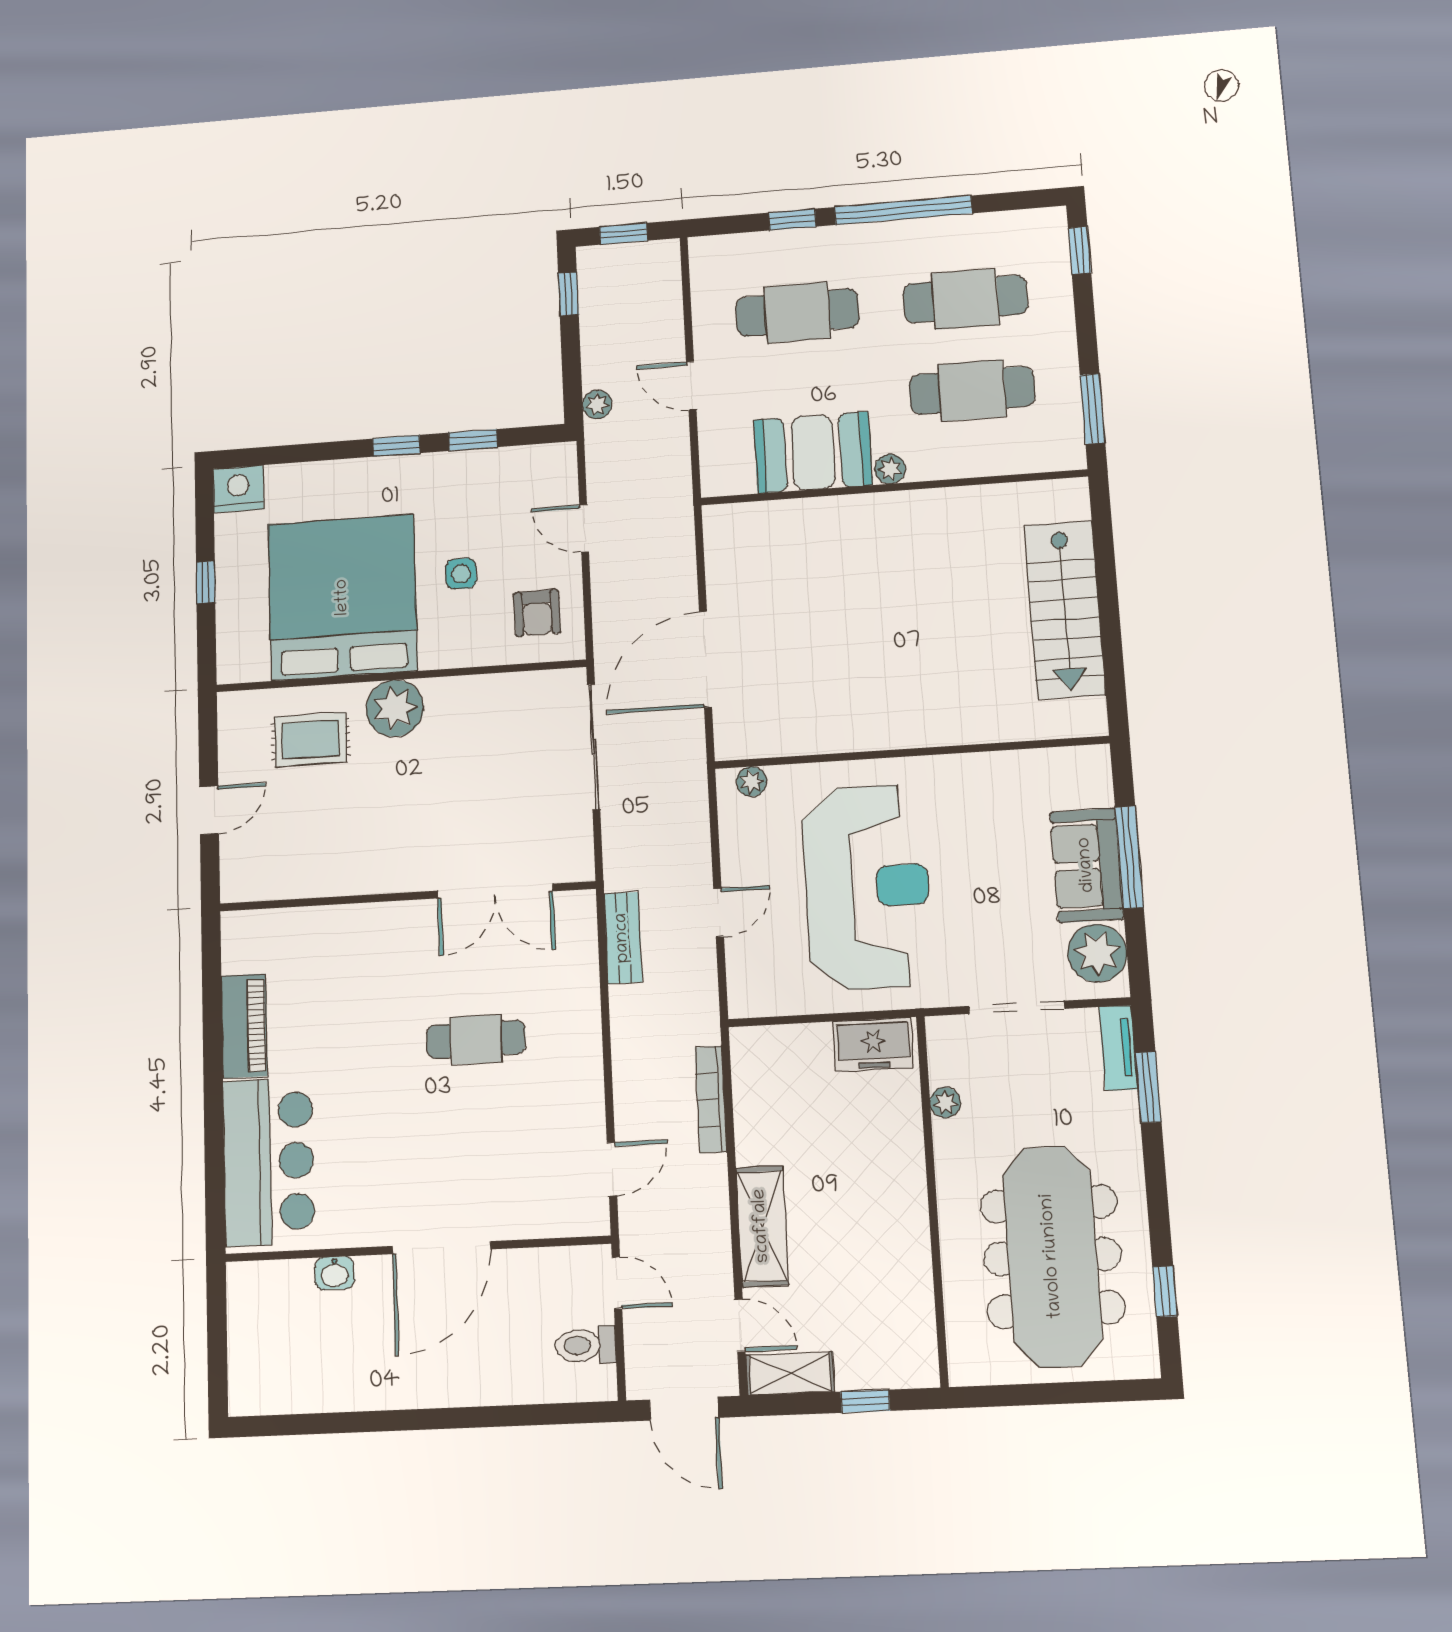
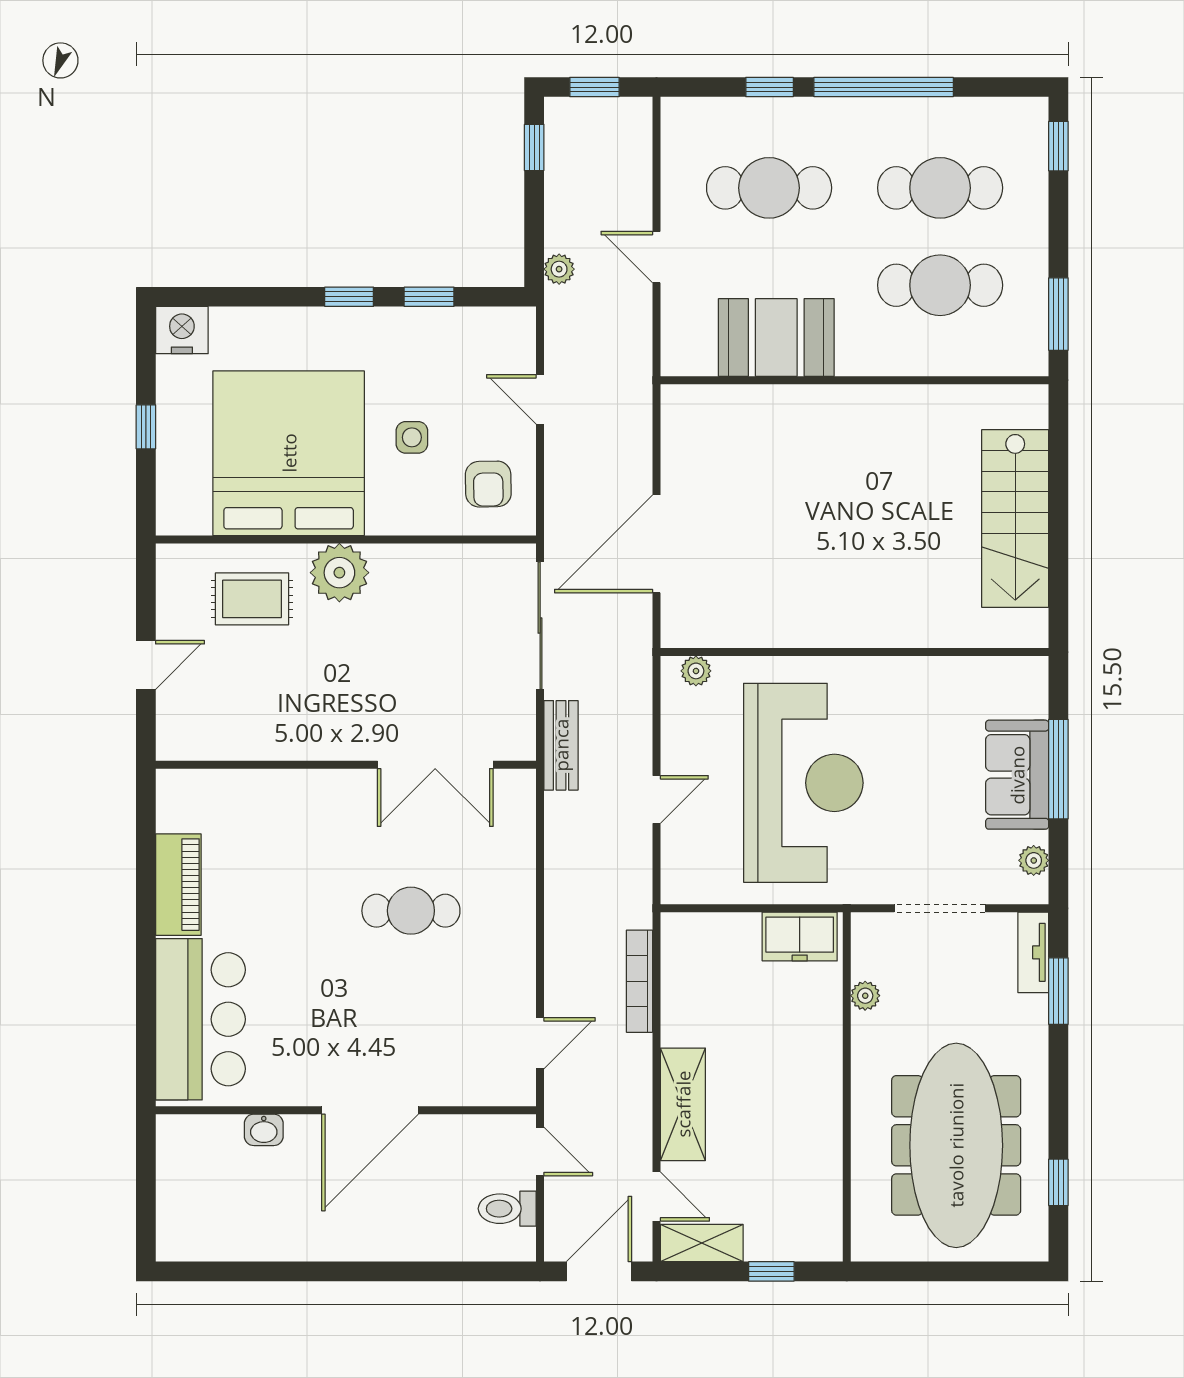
plant: (890, 469) -> (853, 361), removed
bench: (623, 938) -> (561, 745), moved
plant: (1097, 953) -> (1034, 860), width x0.53, depth x0.53
door: (684, 1409) -> (599, 1271), swing flipped

